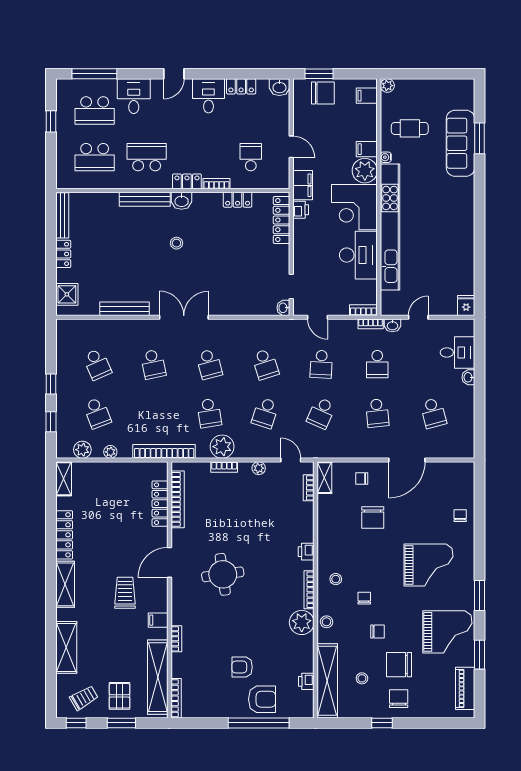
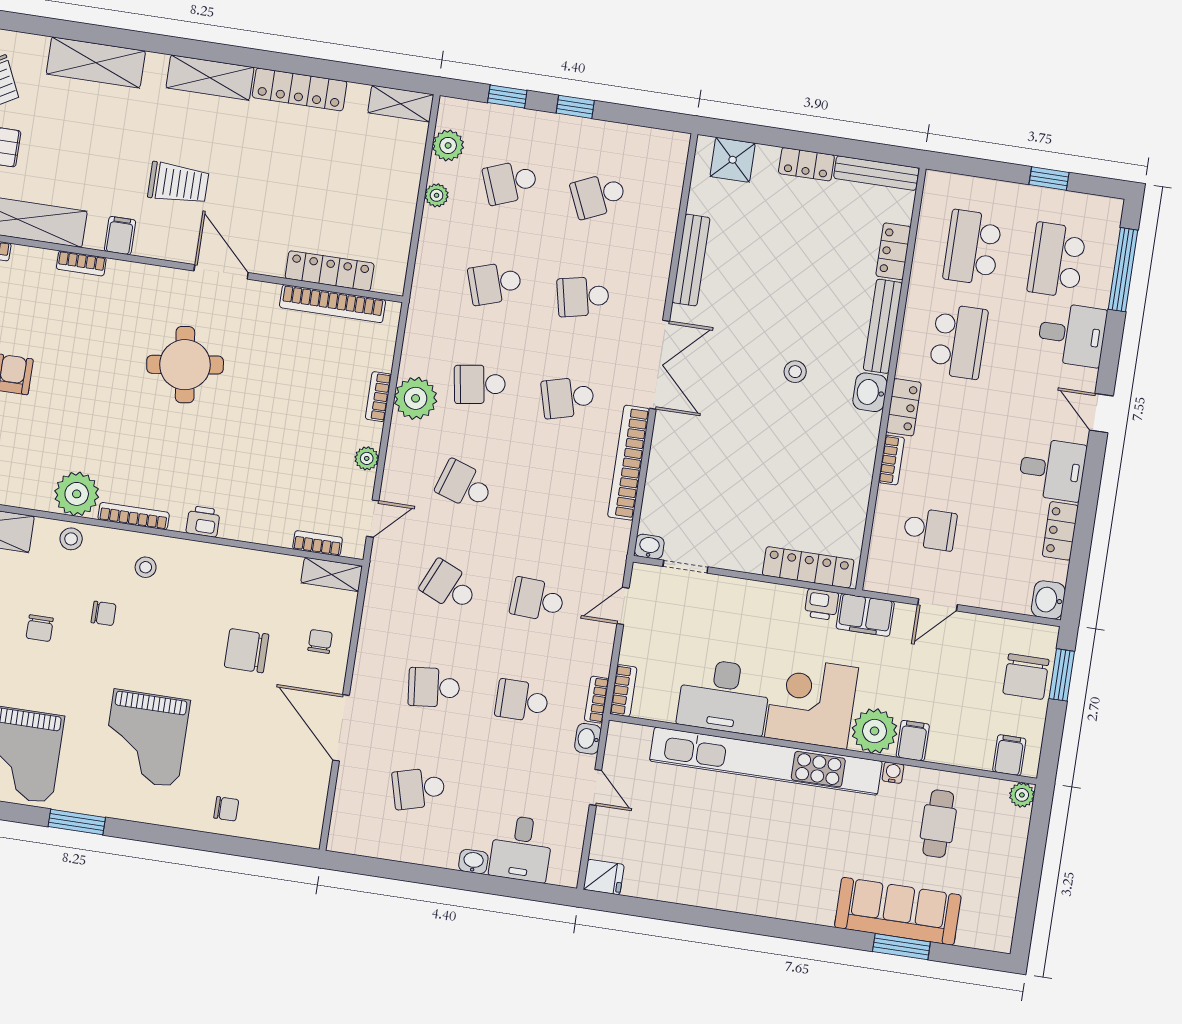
locker: (238, 200) -> (893, 251), moved
school desk: (265, 364) -> (495, 283), moved
bookcase: (164, 451) -> (629, 463), moved, turned 180

